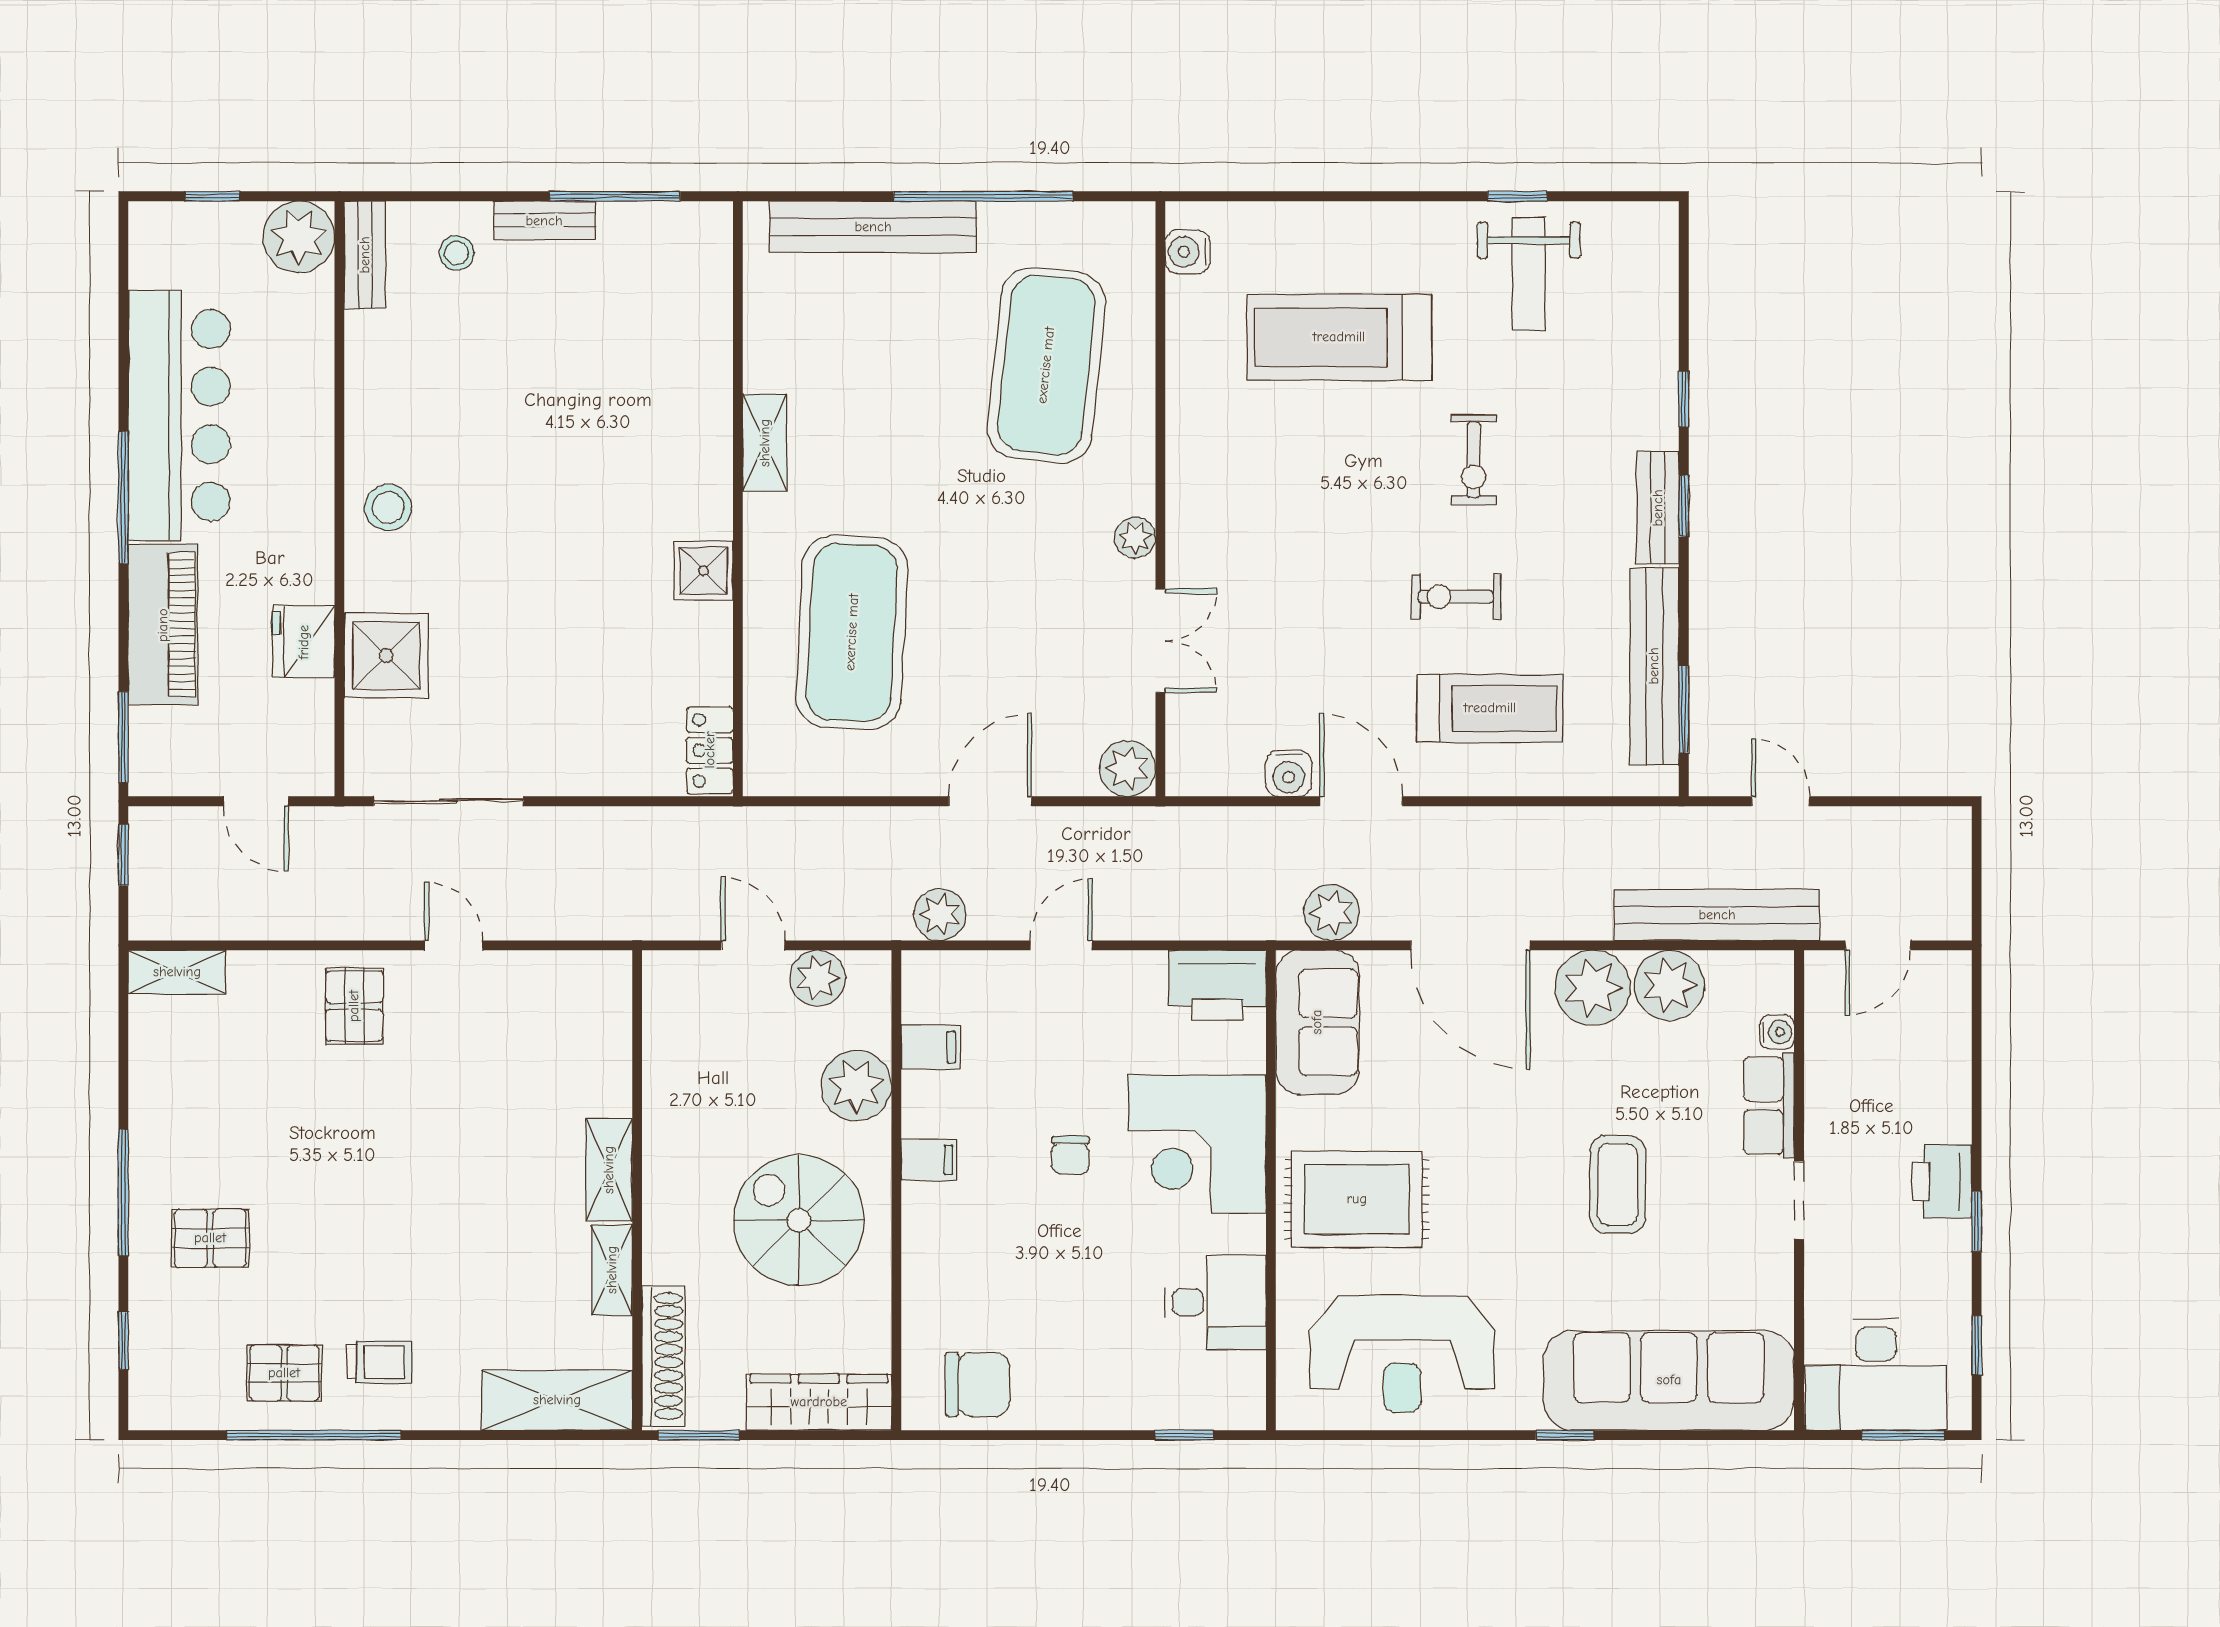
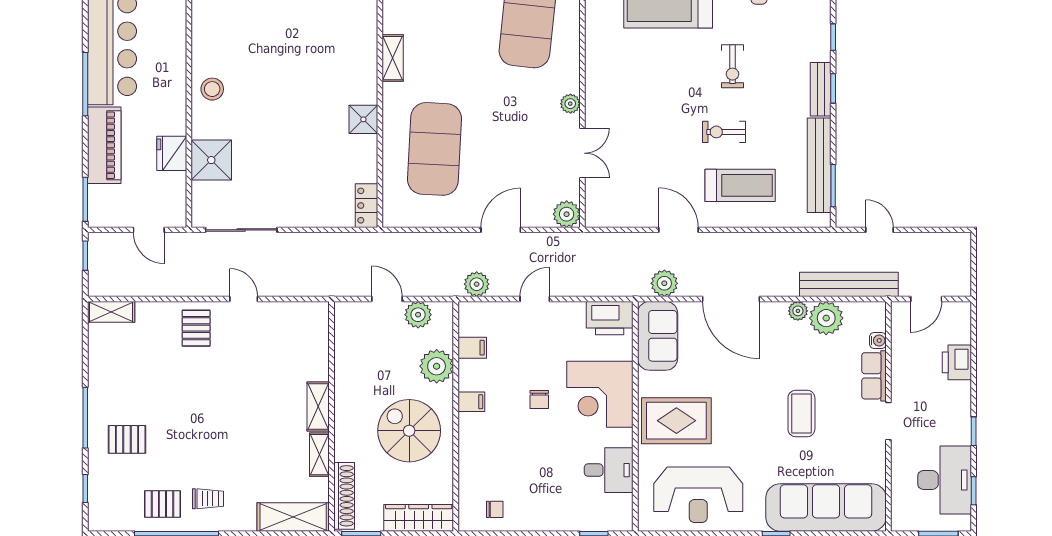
water cooler: (1289, 773) -> (644, 217), removed
plant: (1593, 988) -> (798, 311), width x0.53, depth x0.53
printer: (1942, 1181) -> (957, 362), moved
desk: (1876, 1374) -> (945, 480), moved, turned -90
chair: (978, 1385) -> (495, 509), width x0.54, depth x0.54

